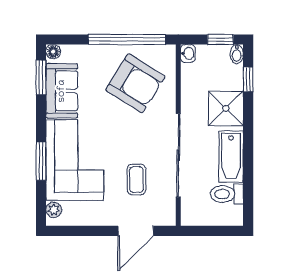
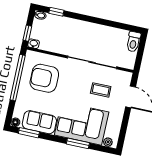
window: (220, 39) -> (27, 33), moved
armchair: (135, 83) -> (44, 78), turned -122
shower: (226, 108) -> (71, 29), removed
bathtub: (231, 157) -> (99, 32), removed
toilet: (227, 194) -> (133, 42), moved

